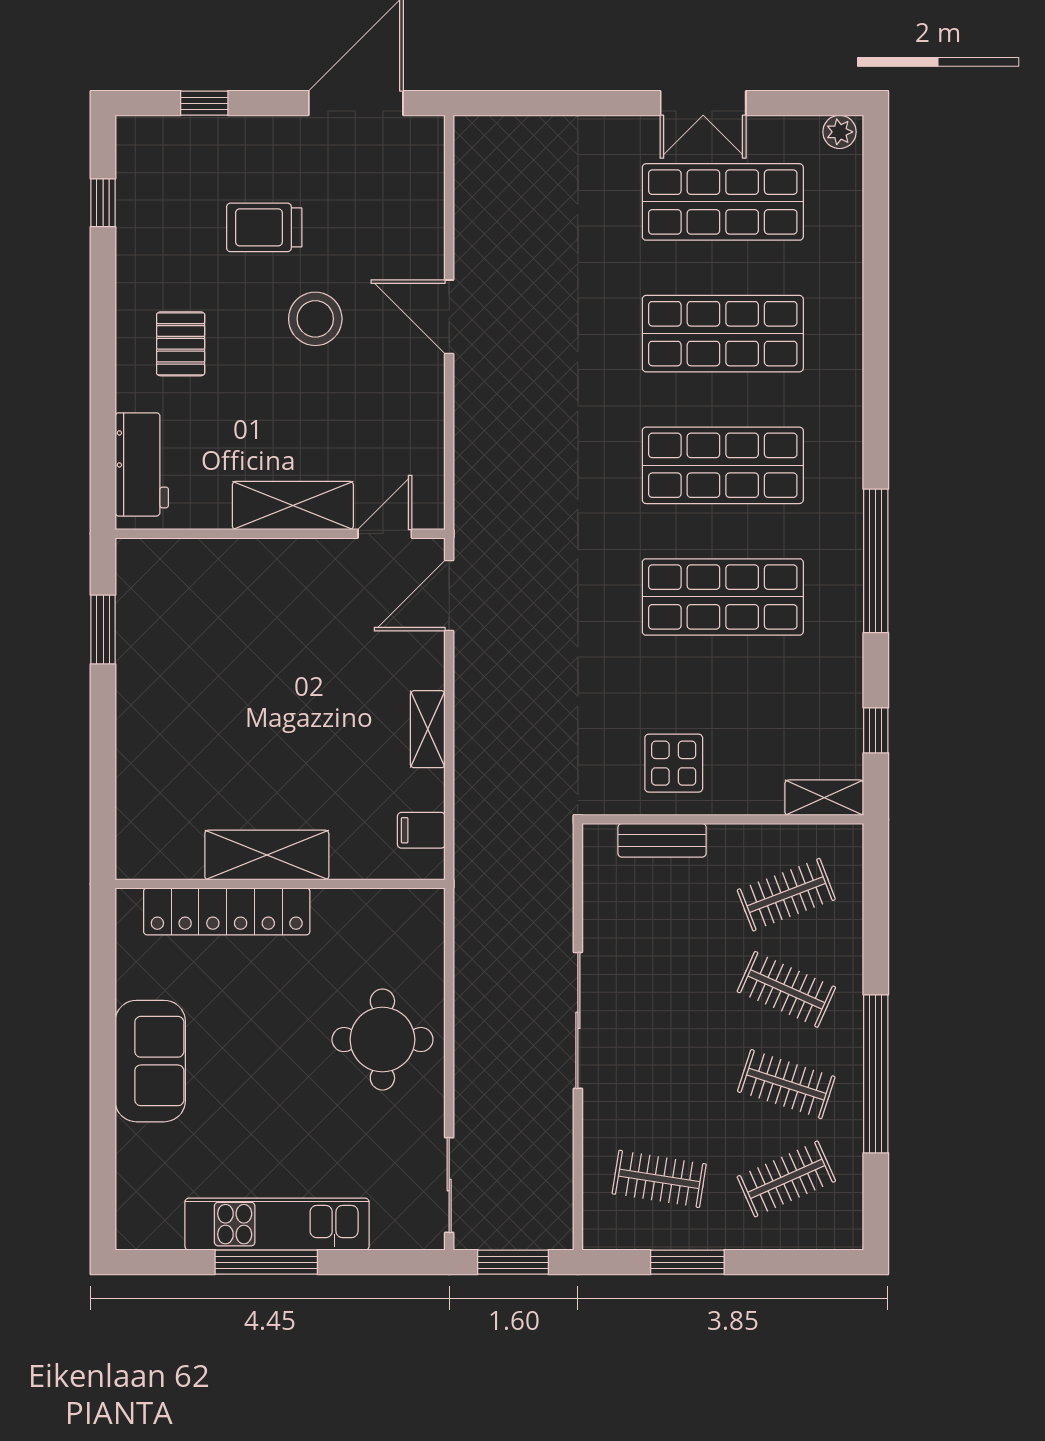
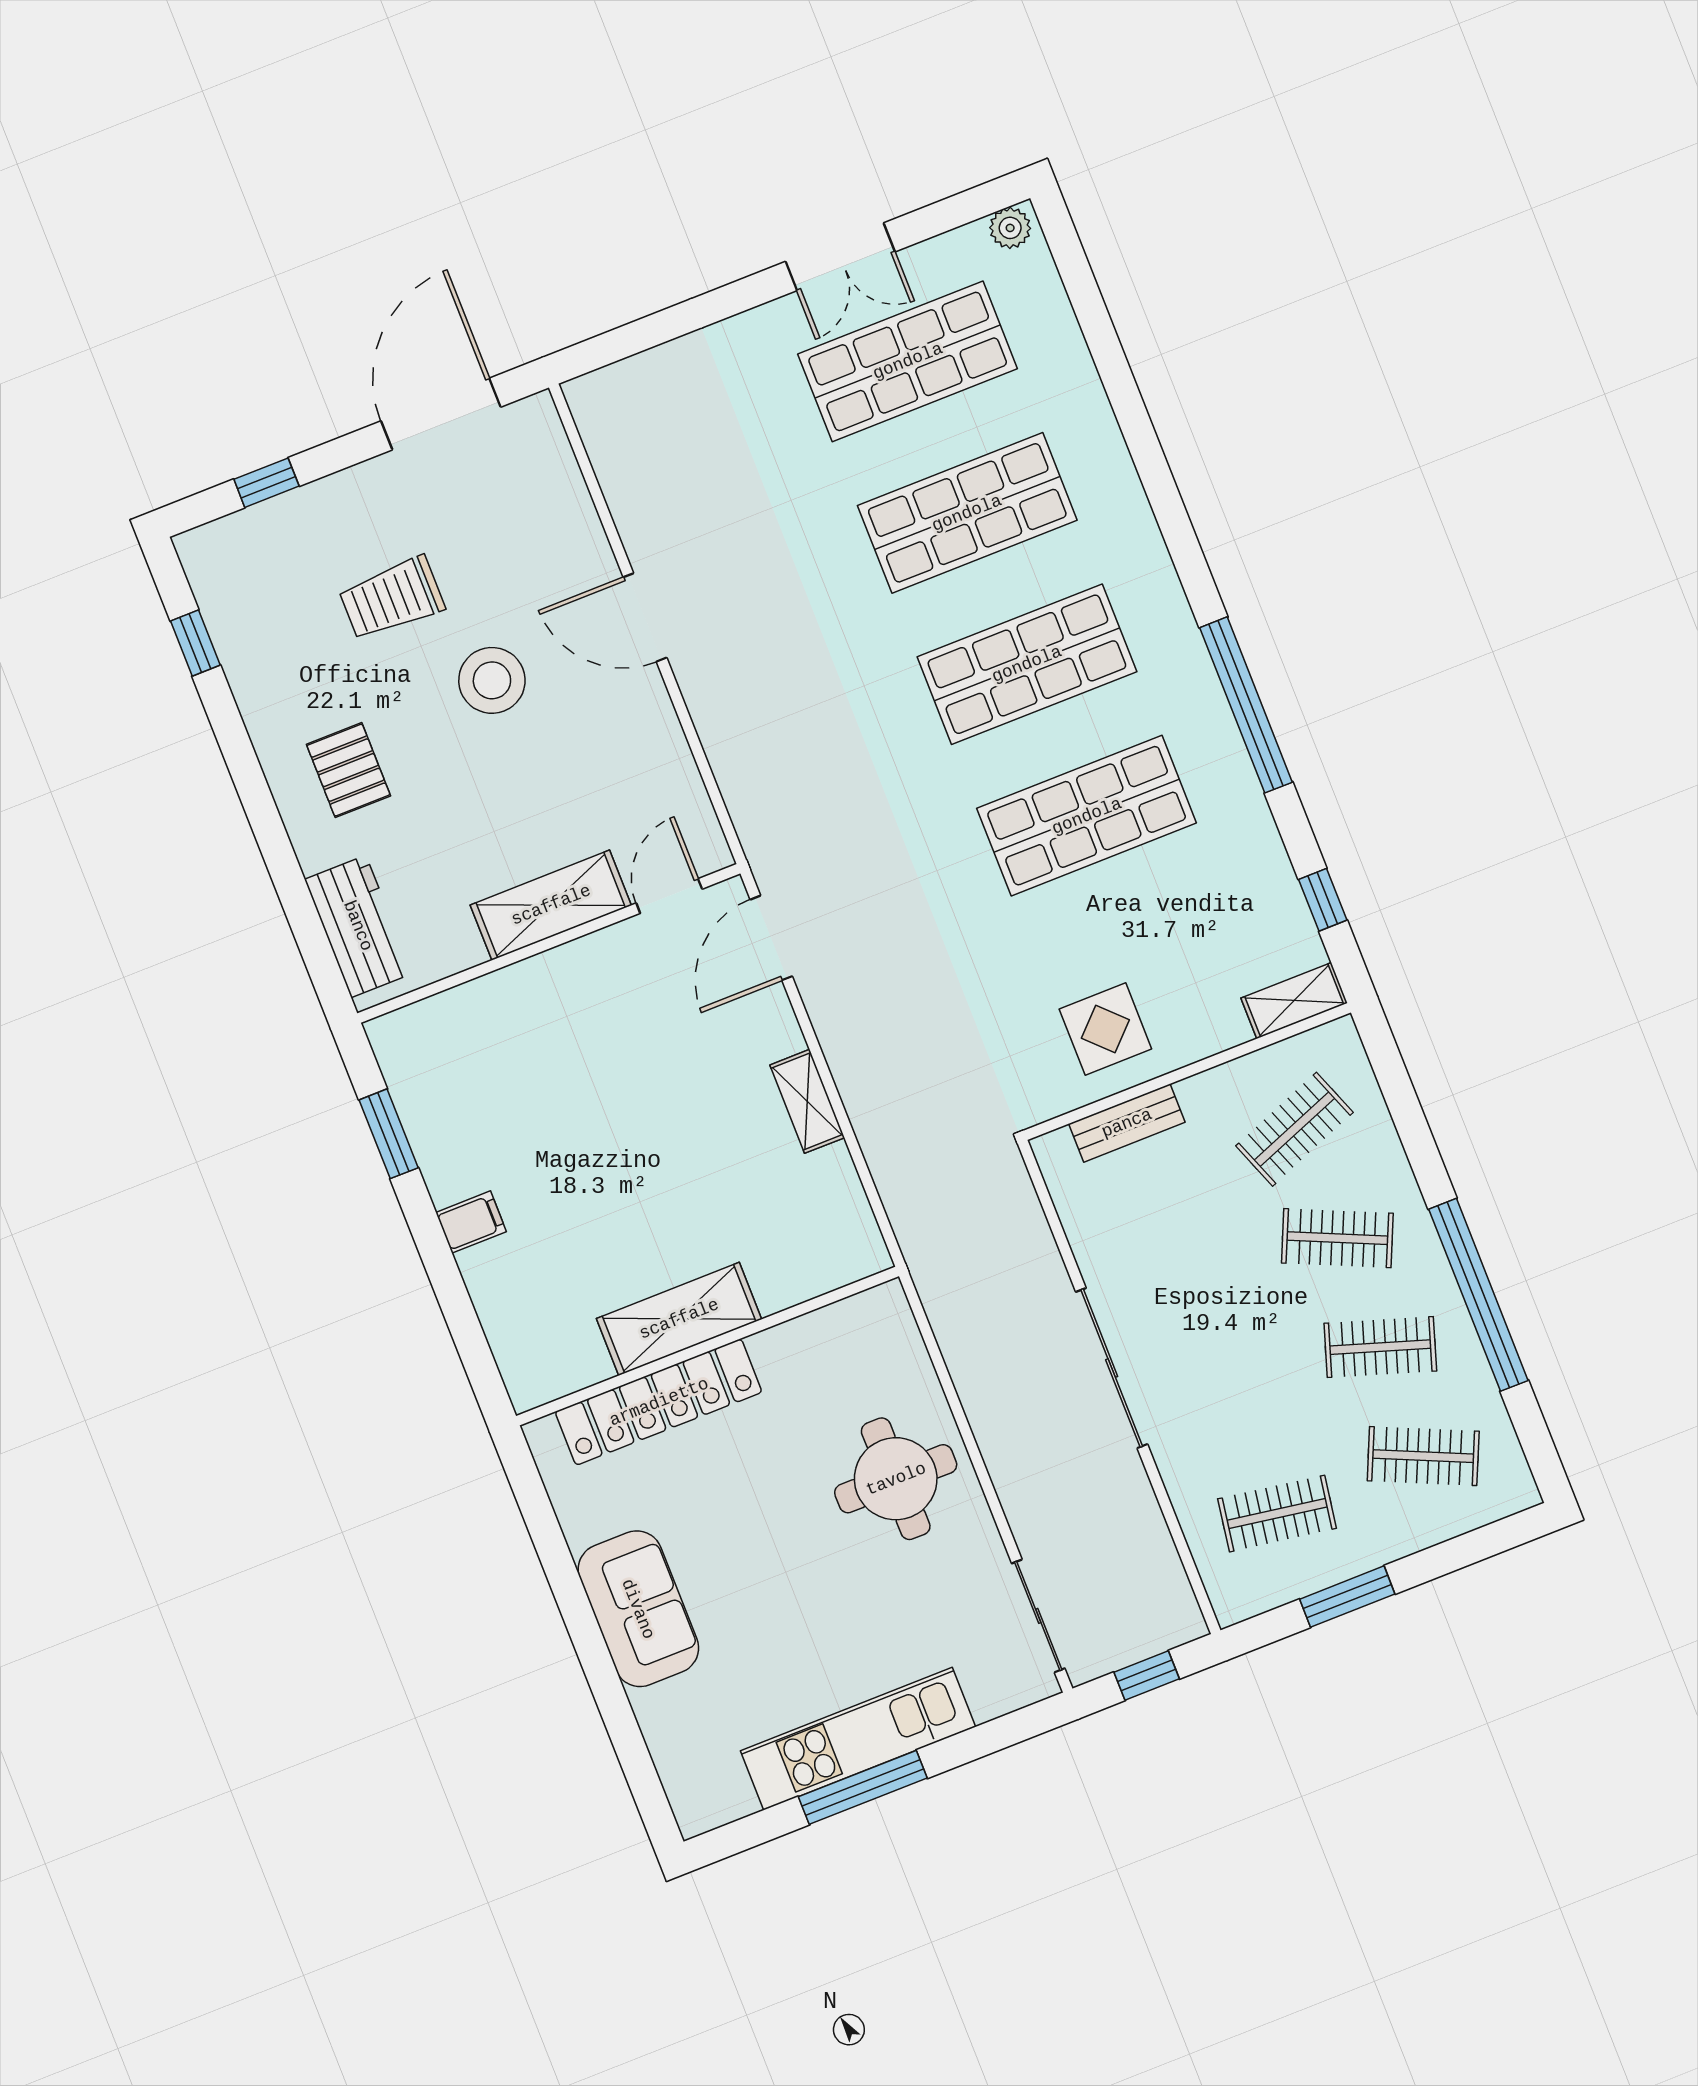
filing cabinet: (421, 830) -> (471, 1222), moved, turned 180
clothes rail: (786, 1179) -> (1423, 1456), turned 48
window: (513, 1262) -> (1147, 1676), width x0.67

